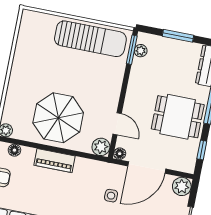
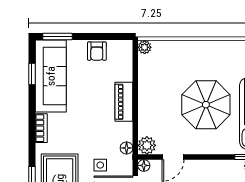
parasol: (58, 118) -> (206, 105), moved
floor lamp: (14, 150) -> (127, 148), moved

